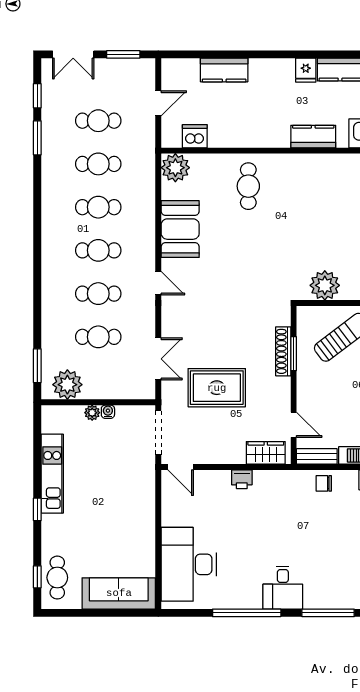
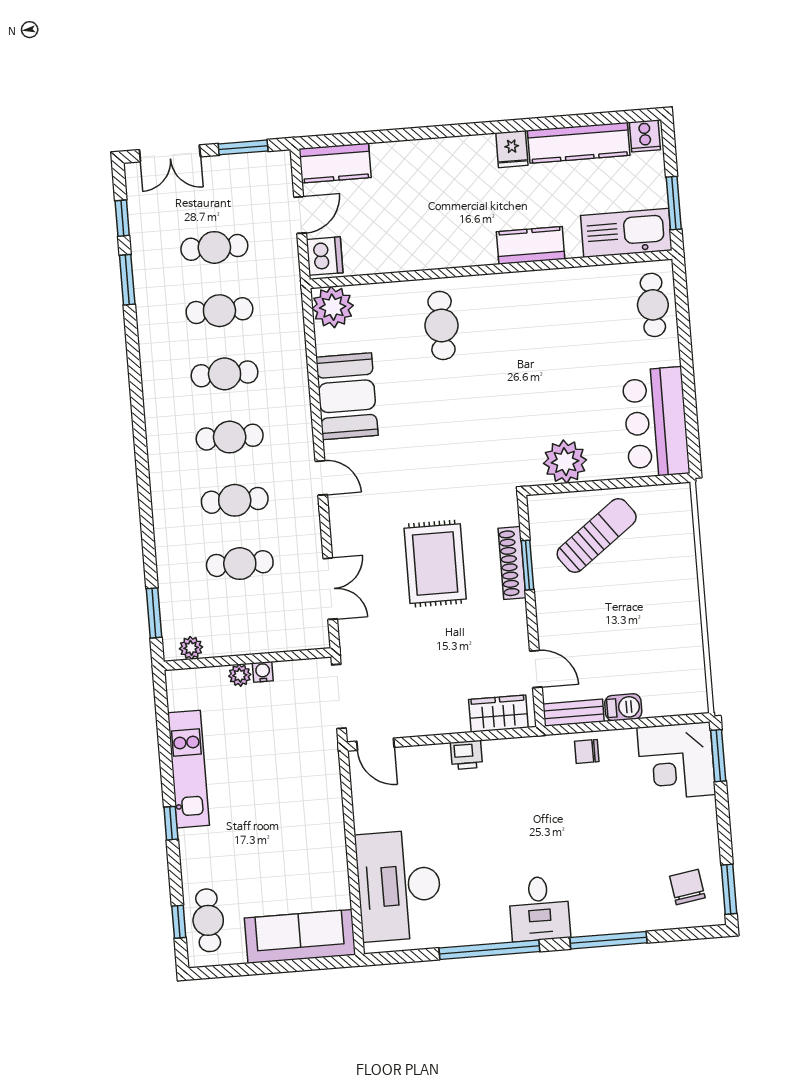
kitchen counter: (224, 70) -> (335, 163), moved
dishwasher: (195, 136) -> (325, 256), moved, turned 90
plant: (67, 385) -> (191, 648), width x0.53, depth x0.53
rug: (217, 388) -> (435, 564), moved, turned 90

